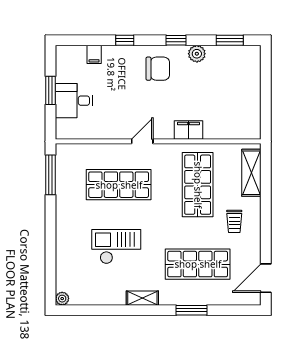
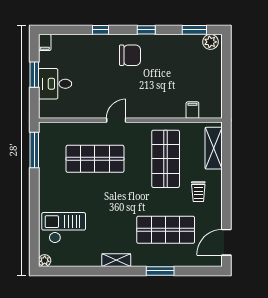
filing cabinet: (94, 54) -> (45, 42), moved
plant: (197, 54) -> (210, 42), moved
filing cabinet: (188, 130) -> (192, 110), moved, width x0.50
checkout: (116, 247) -> (64, 228), moved

